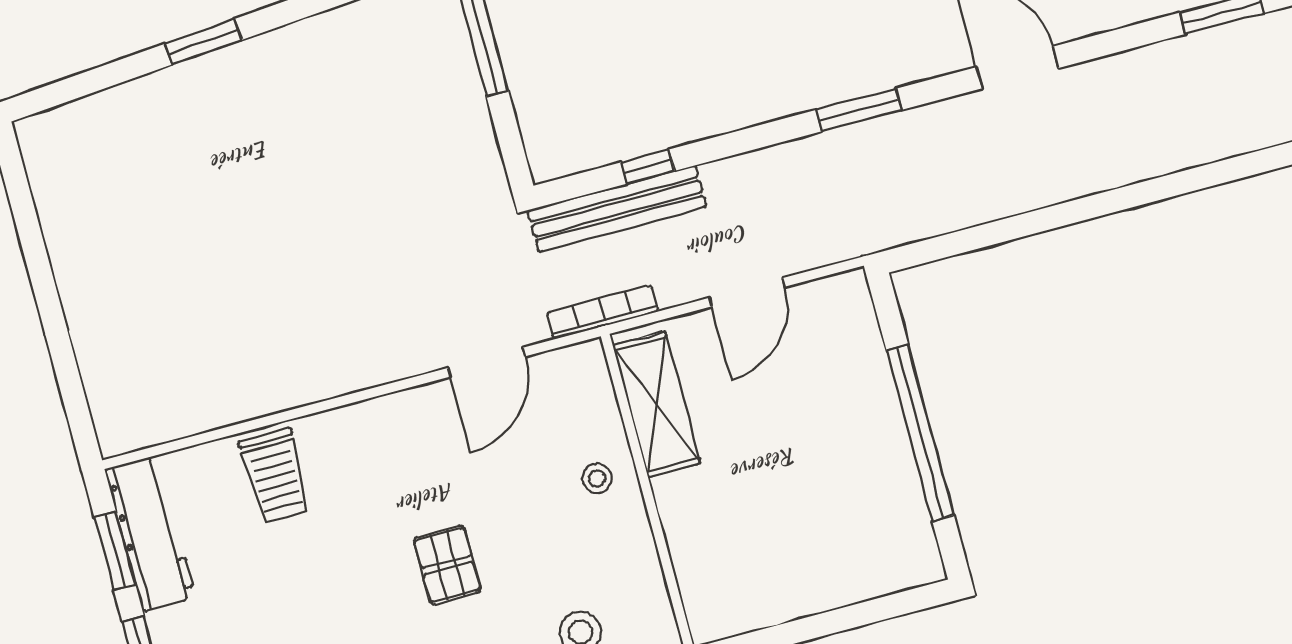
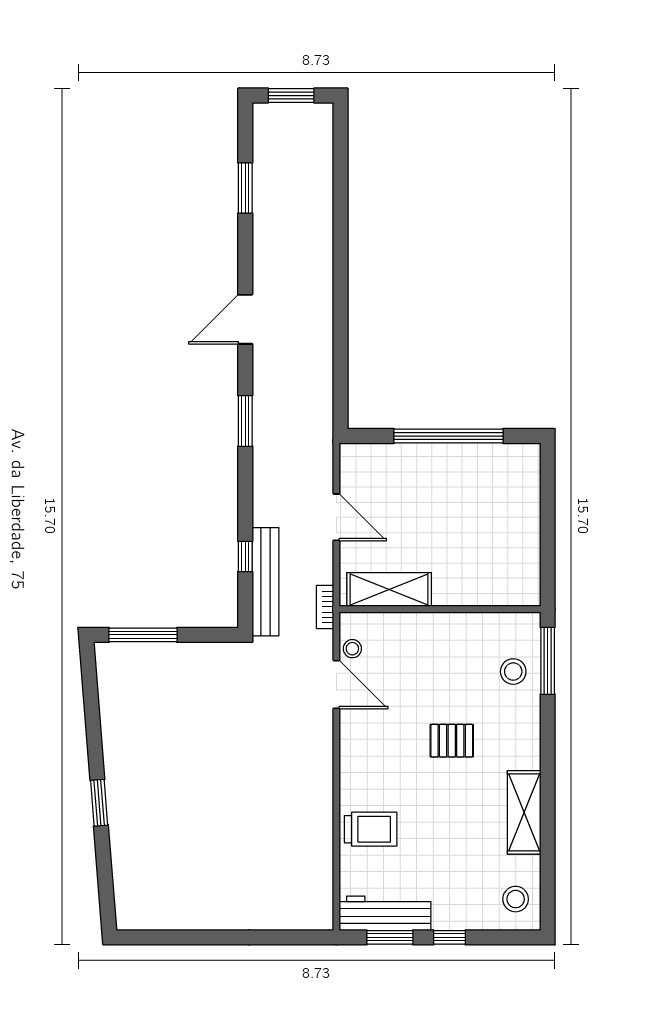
bookcase: (602, 312) -> (325, 607), width x0.64
stool: (597, 478) -> (352, 649), moved

